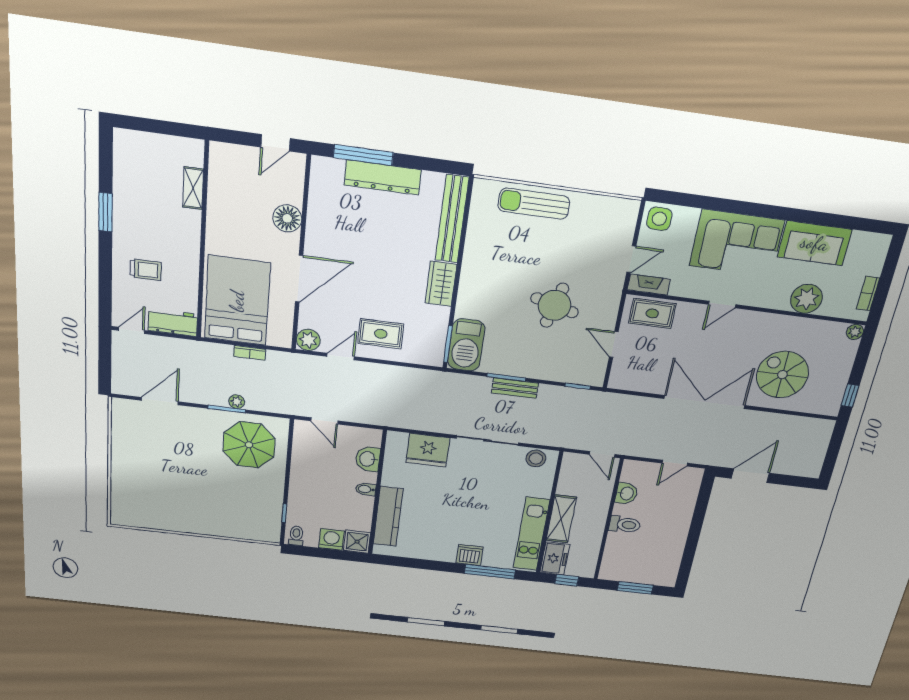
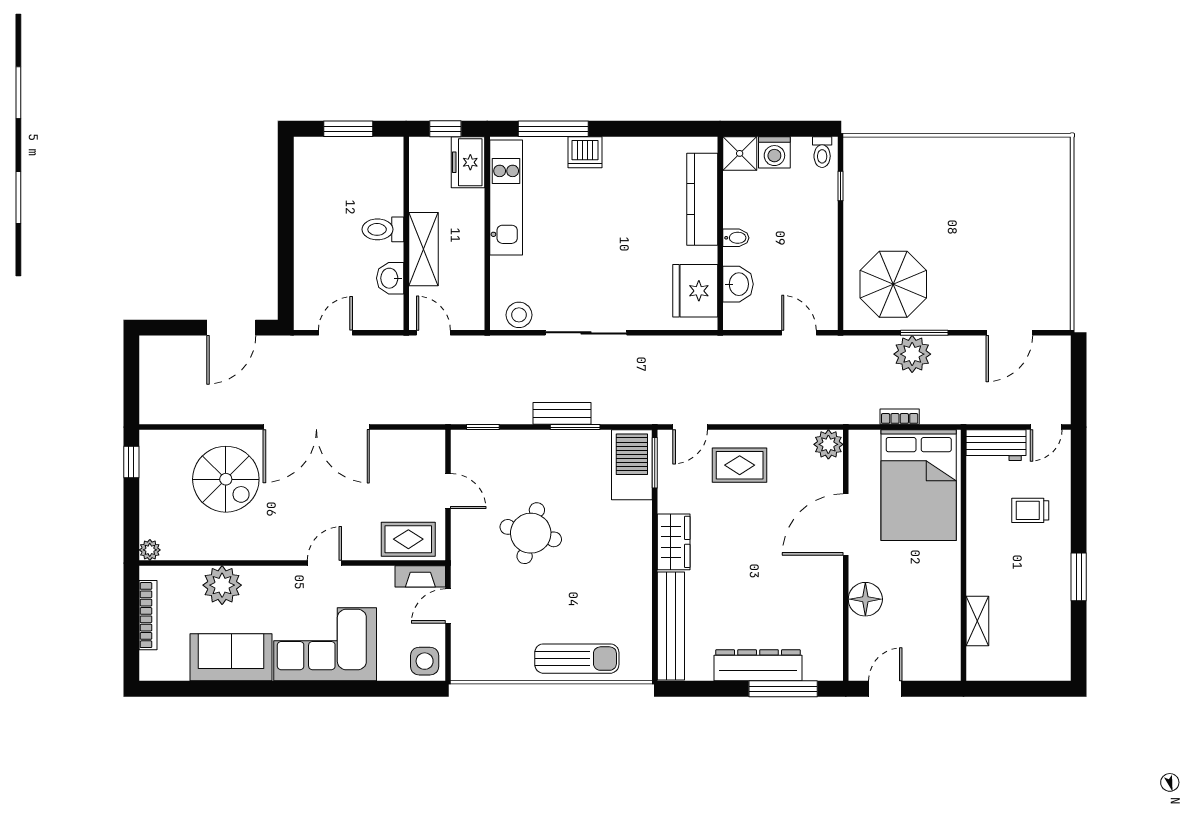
bookcase: (868, 293) -> (148, 615), width x1.56
door: (341, 357) -> (690, 427), moved
plant: (237, 402) -> (912, 354), width x1.88, depth x1.88
fridge: (428, 450) -> (695, 291), moved, turned -90
shelving: (561, 519) -> (423, 249), moved

